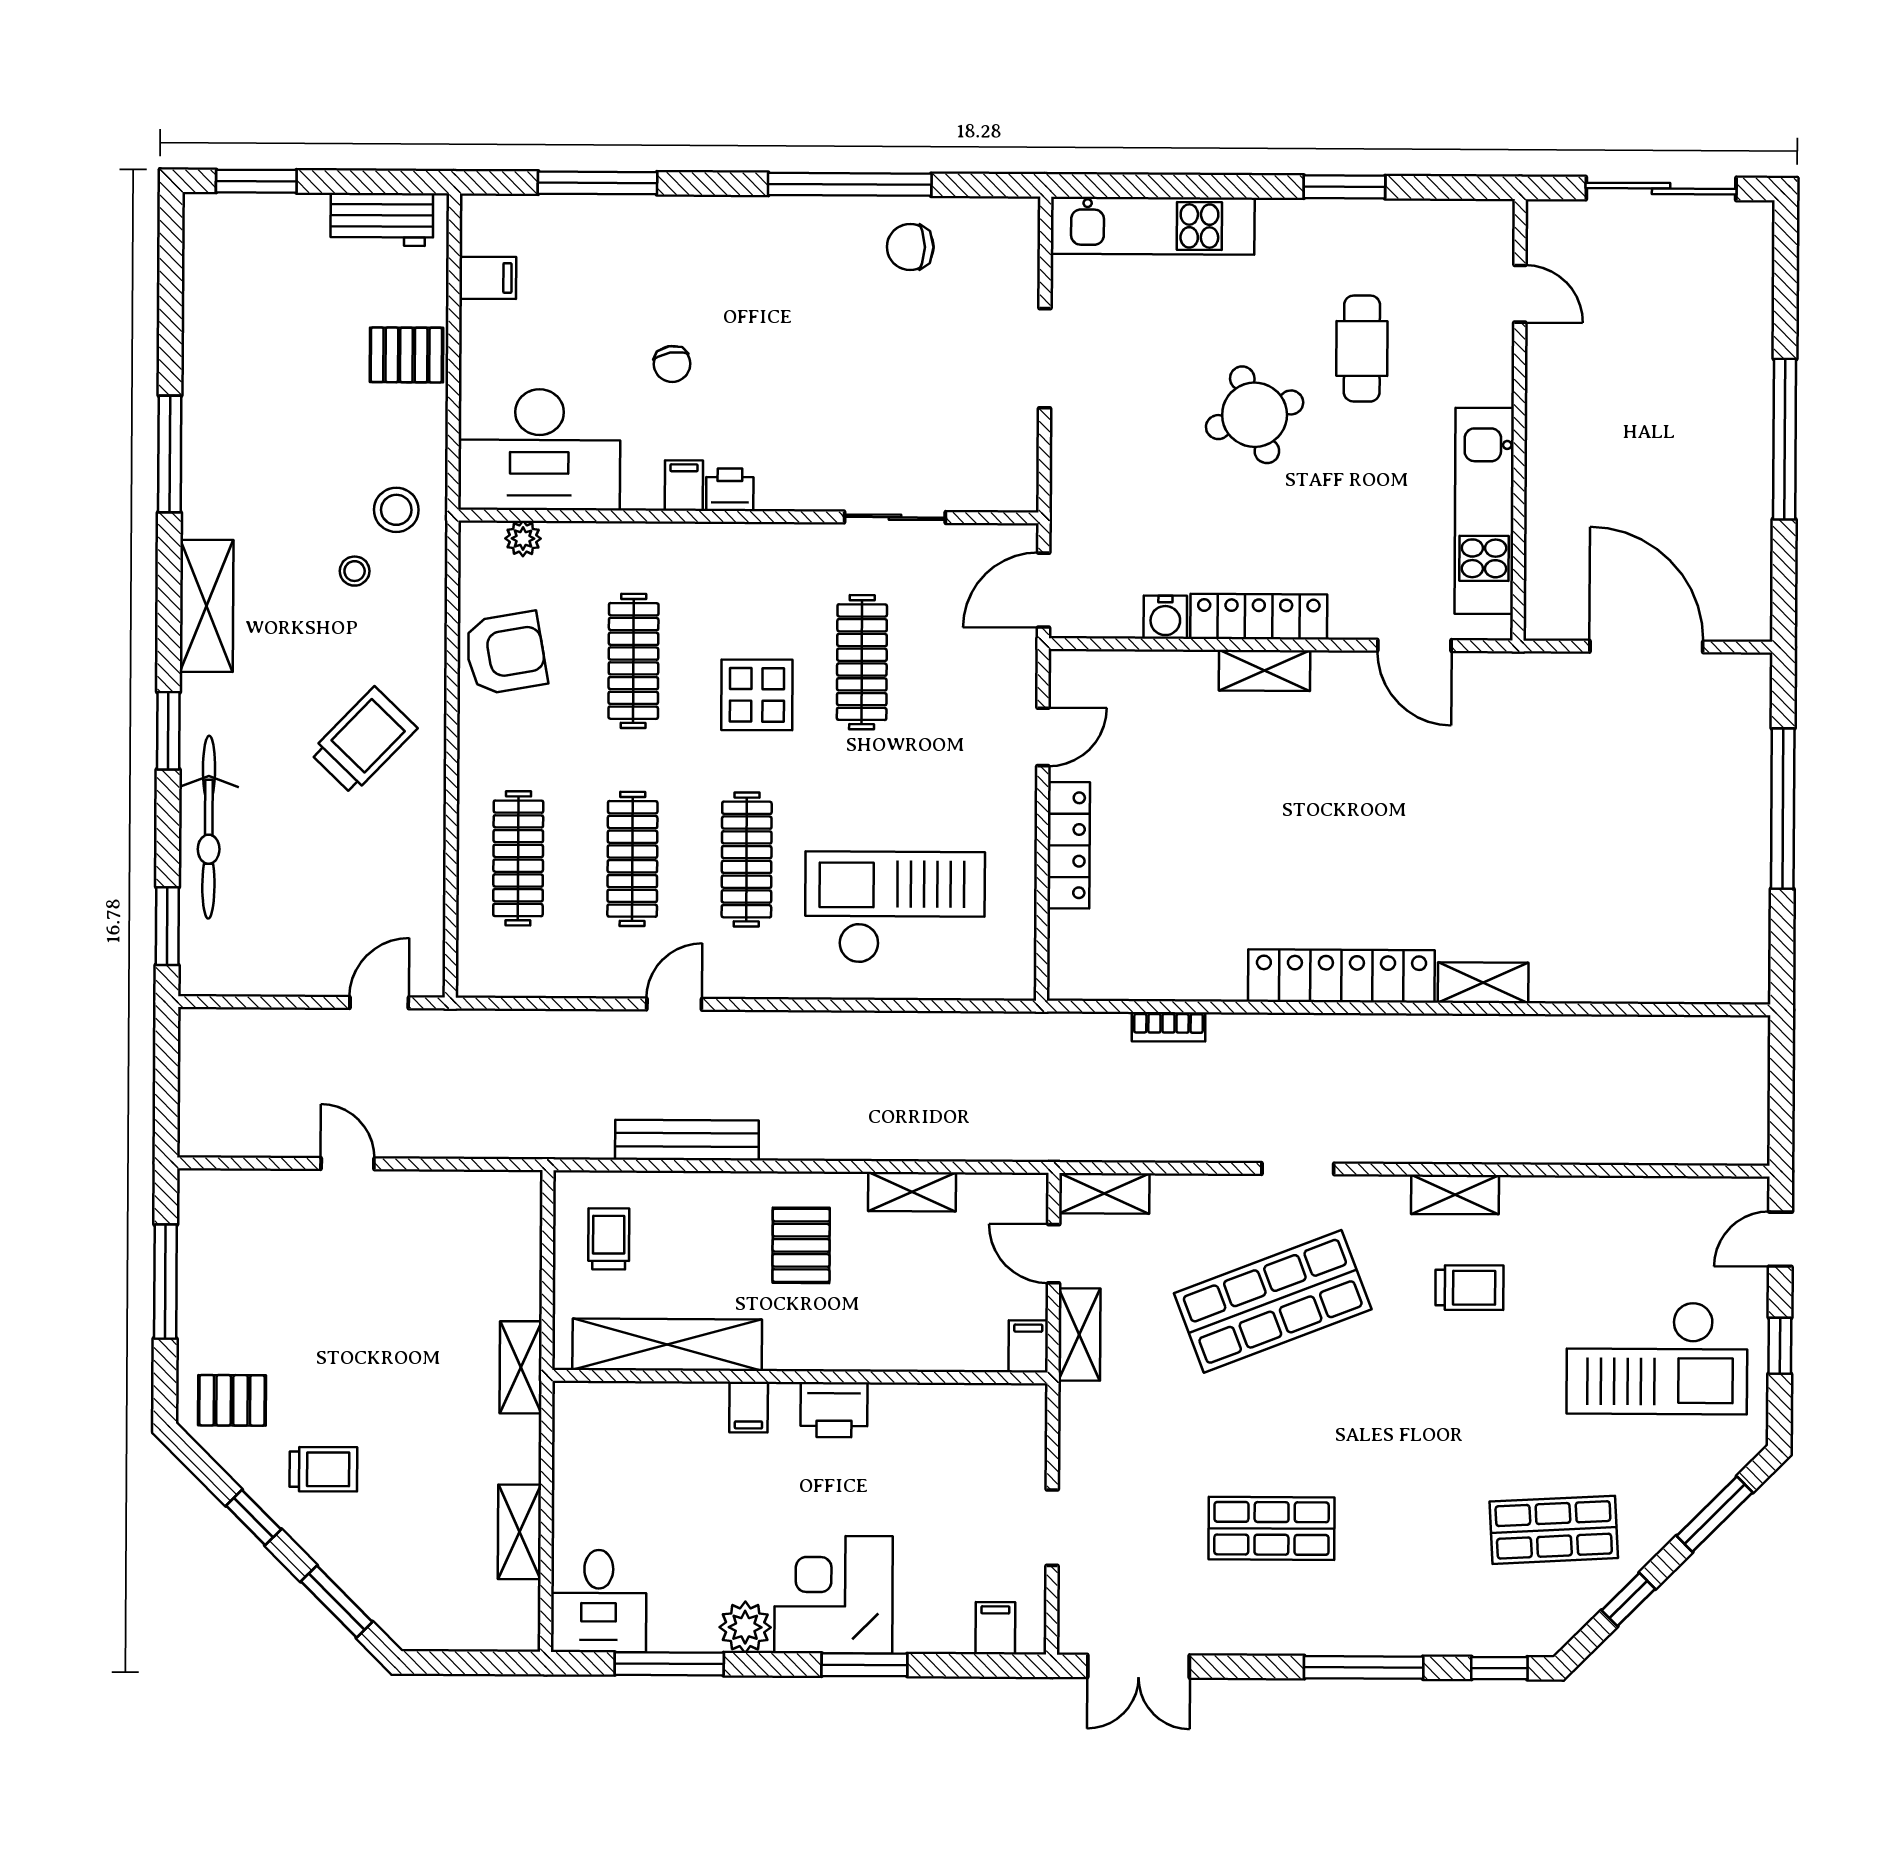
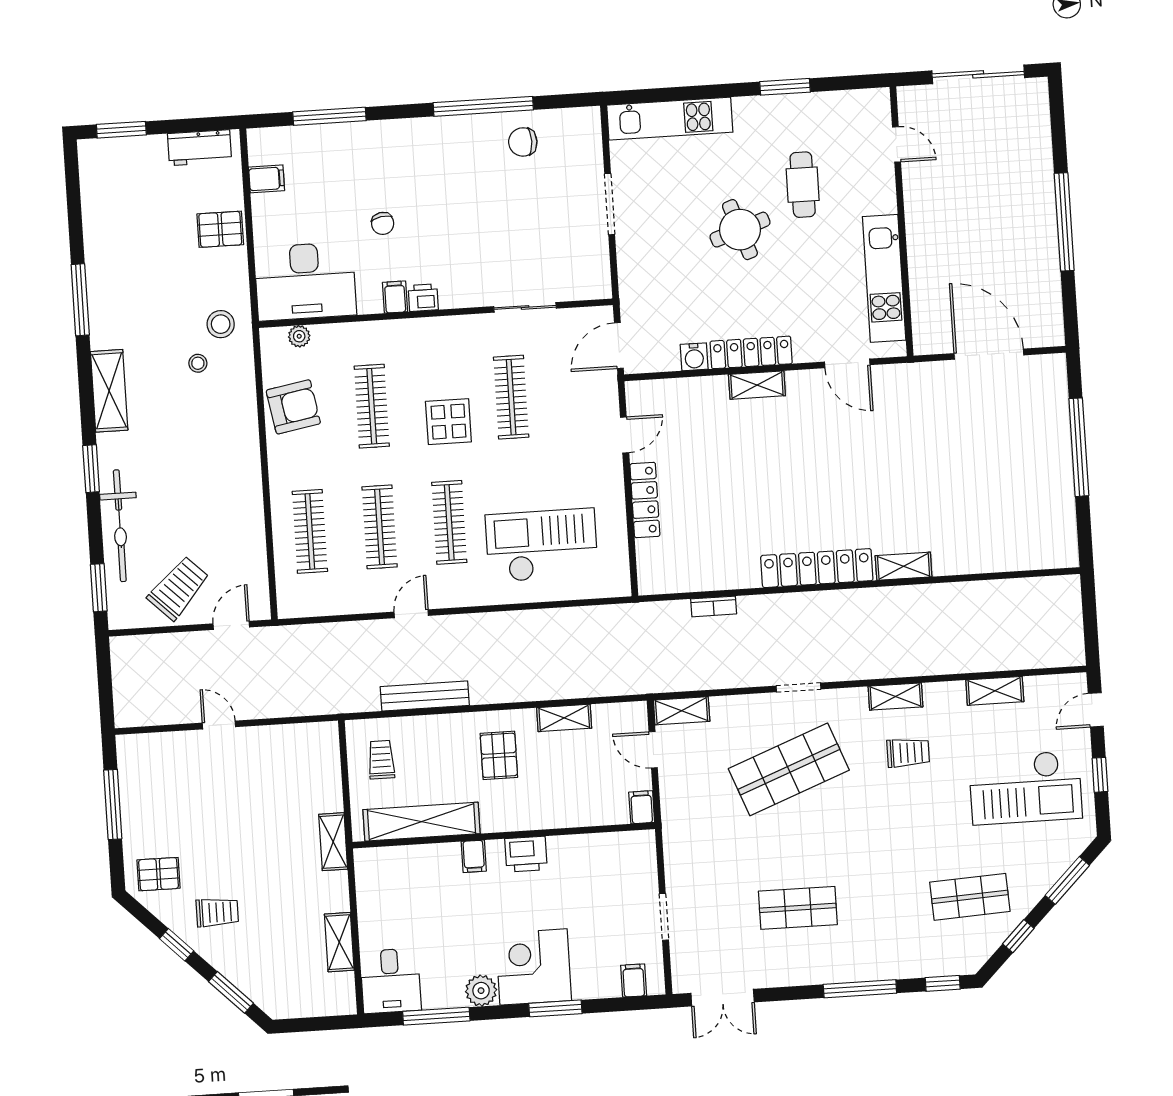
trolley: (364, 740) -> (178, 588), moved
shelving: (1079, 1335) -> (995, 691), moved, turned 90

